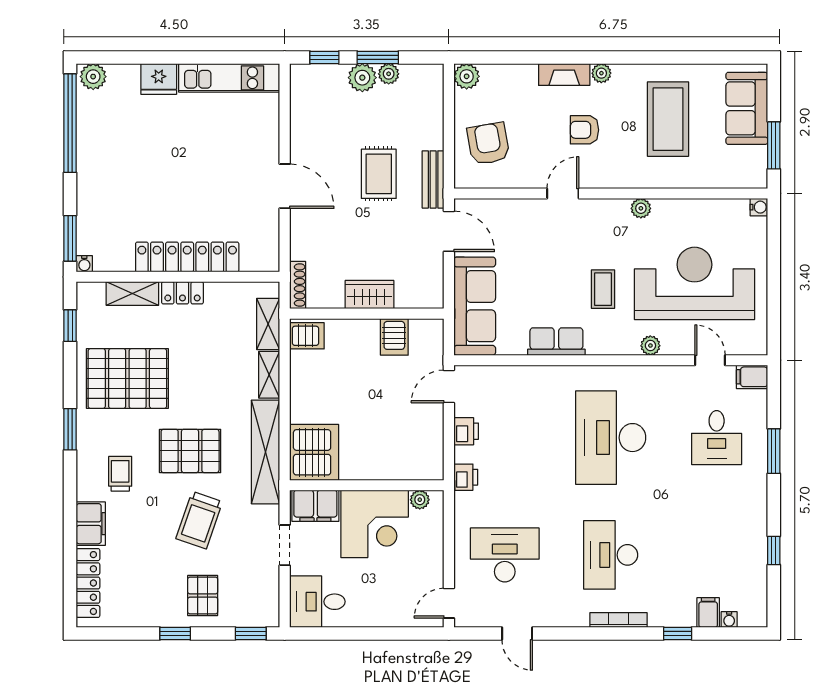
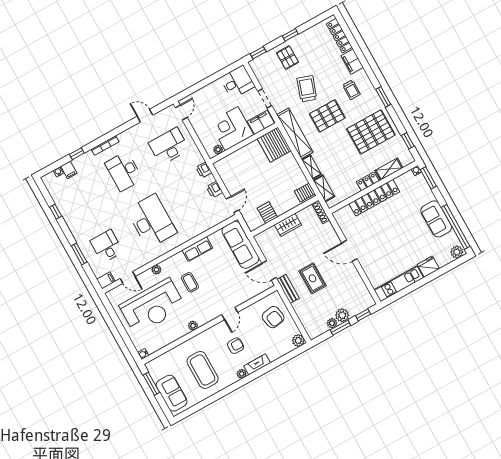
sofa: (97, 157) -> (436, 219), added
desk: (505, 555) -> (169, 146), turned 180
desk: (611, 555) -> (124, 171), turned 180

